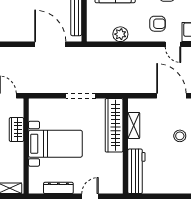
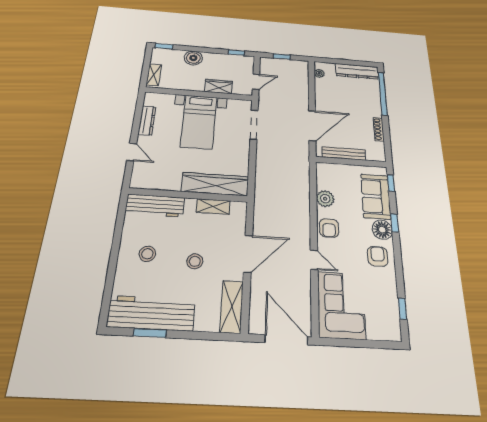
armchair: (157, 24) -> (329, 228), moved
door: (173, 44) -> (314, 260), swing flipped
doorway: (81, 96) -> (254, 125), moved
stool: (176, 172) -> (147, 254), added

